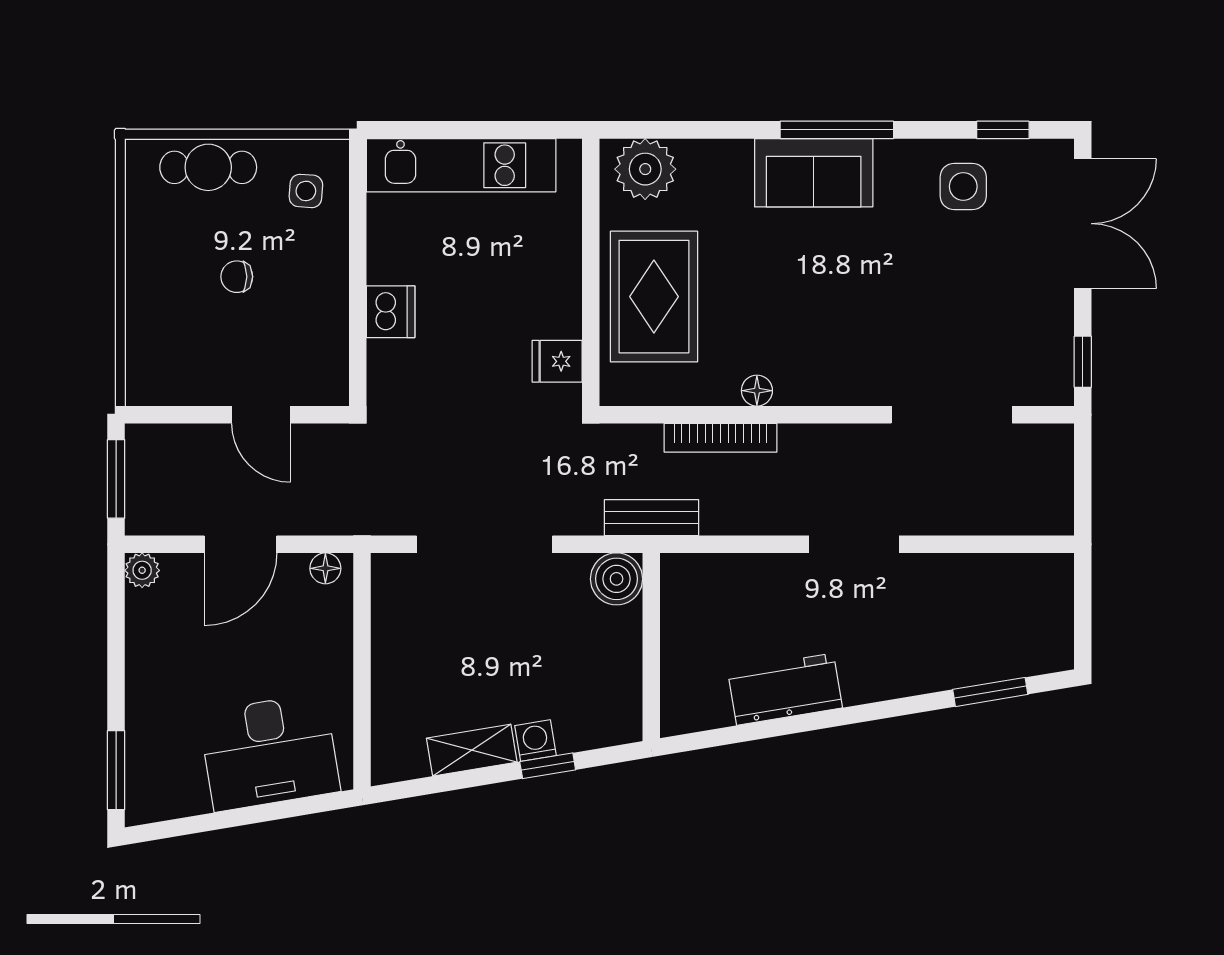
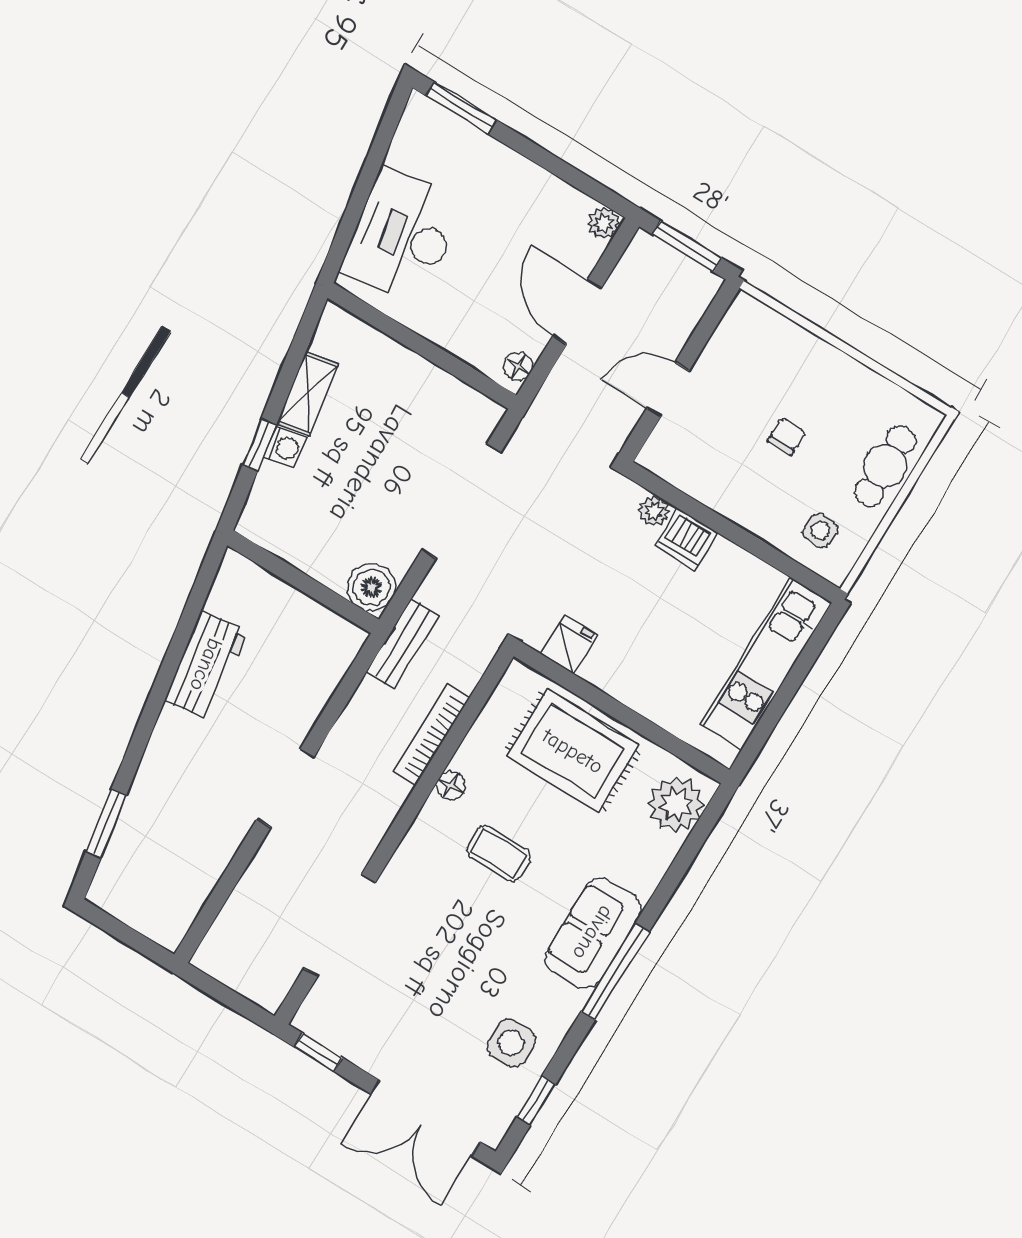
coffee table: (793, 307) -> (498, 853), added
plant: (383, 358) -> (654, 511), added

